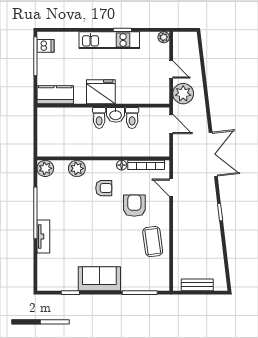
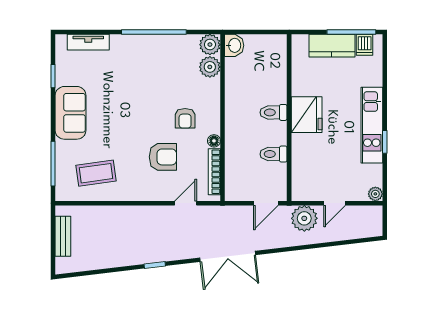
kitchen counter: (55, 95) -> (332, 46), moved, turned 90
washbasin: (116, 115) -> (234, 45), moved, turned 180
plant: (77, 168) -> (210, 67), moved
tv unit: (43, 237) -> (88, 42), moved
coffee table: (153, 242) -> (96, 173), moved

